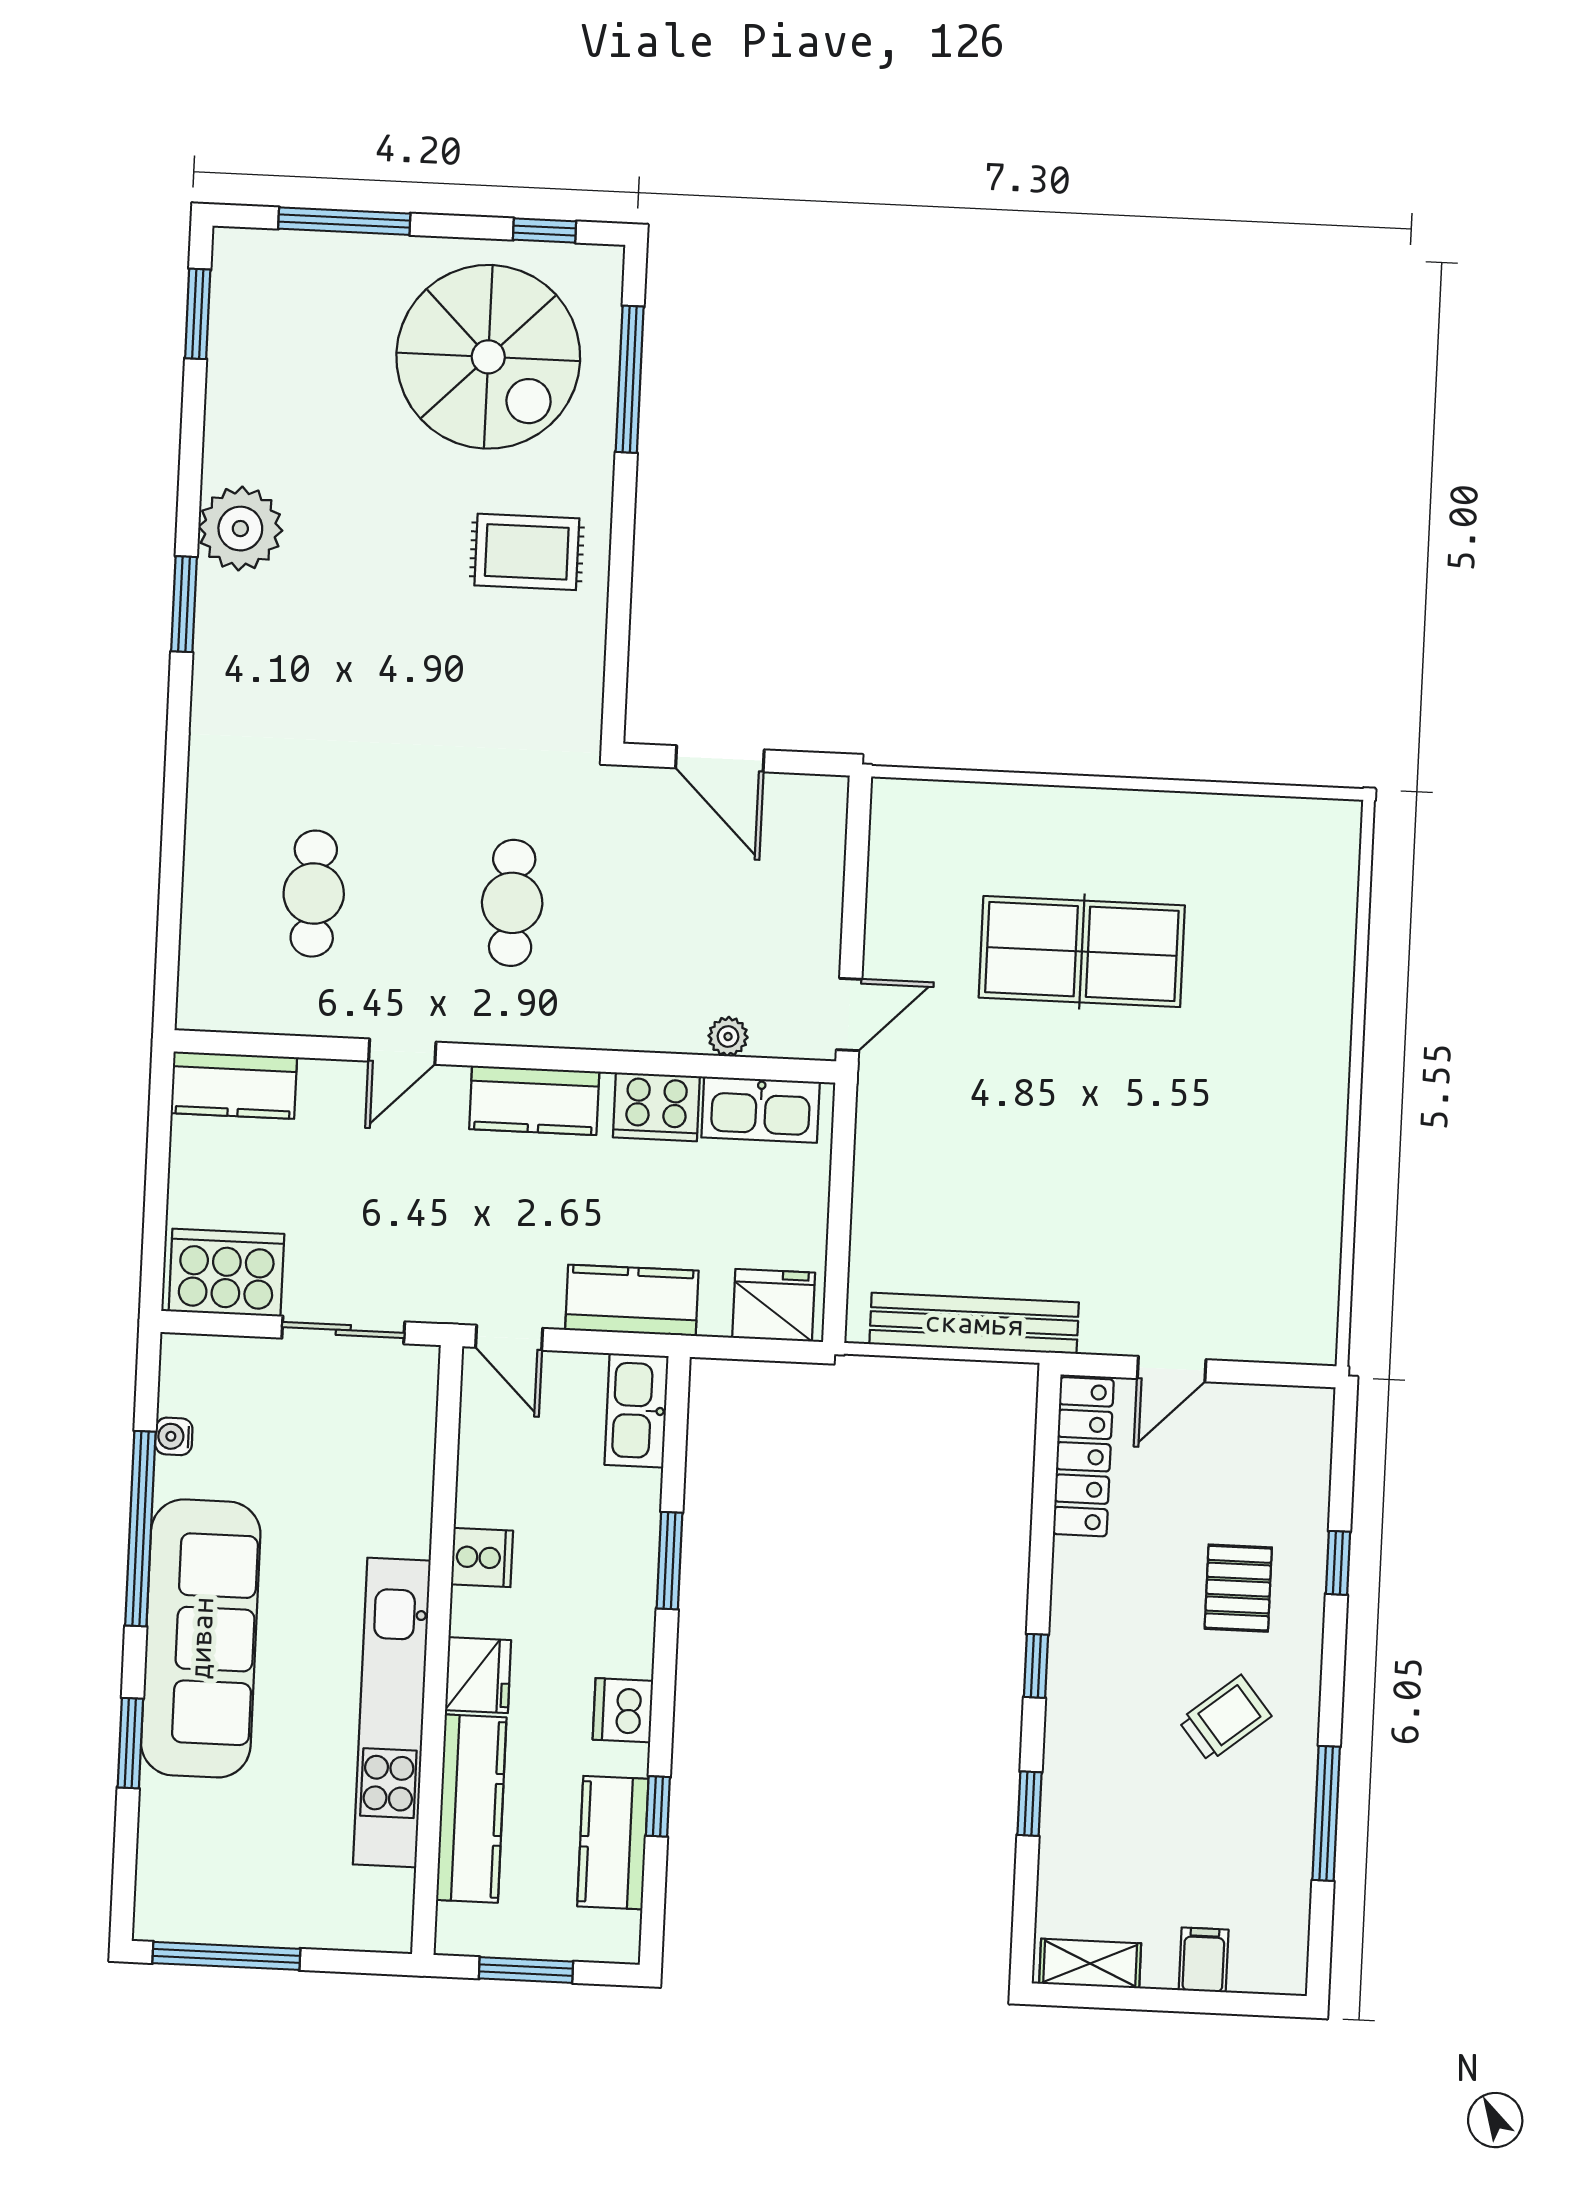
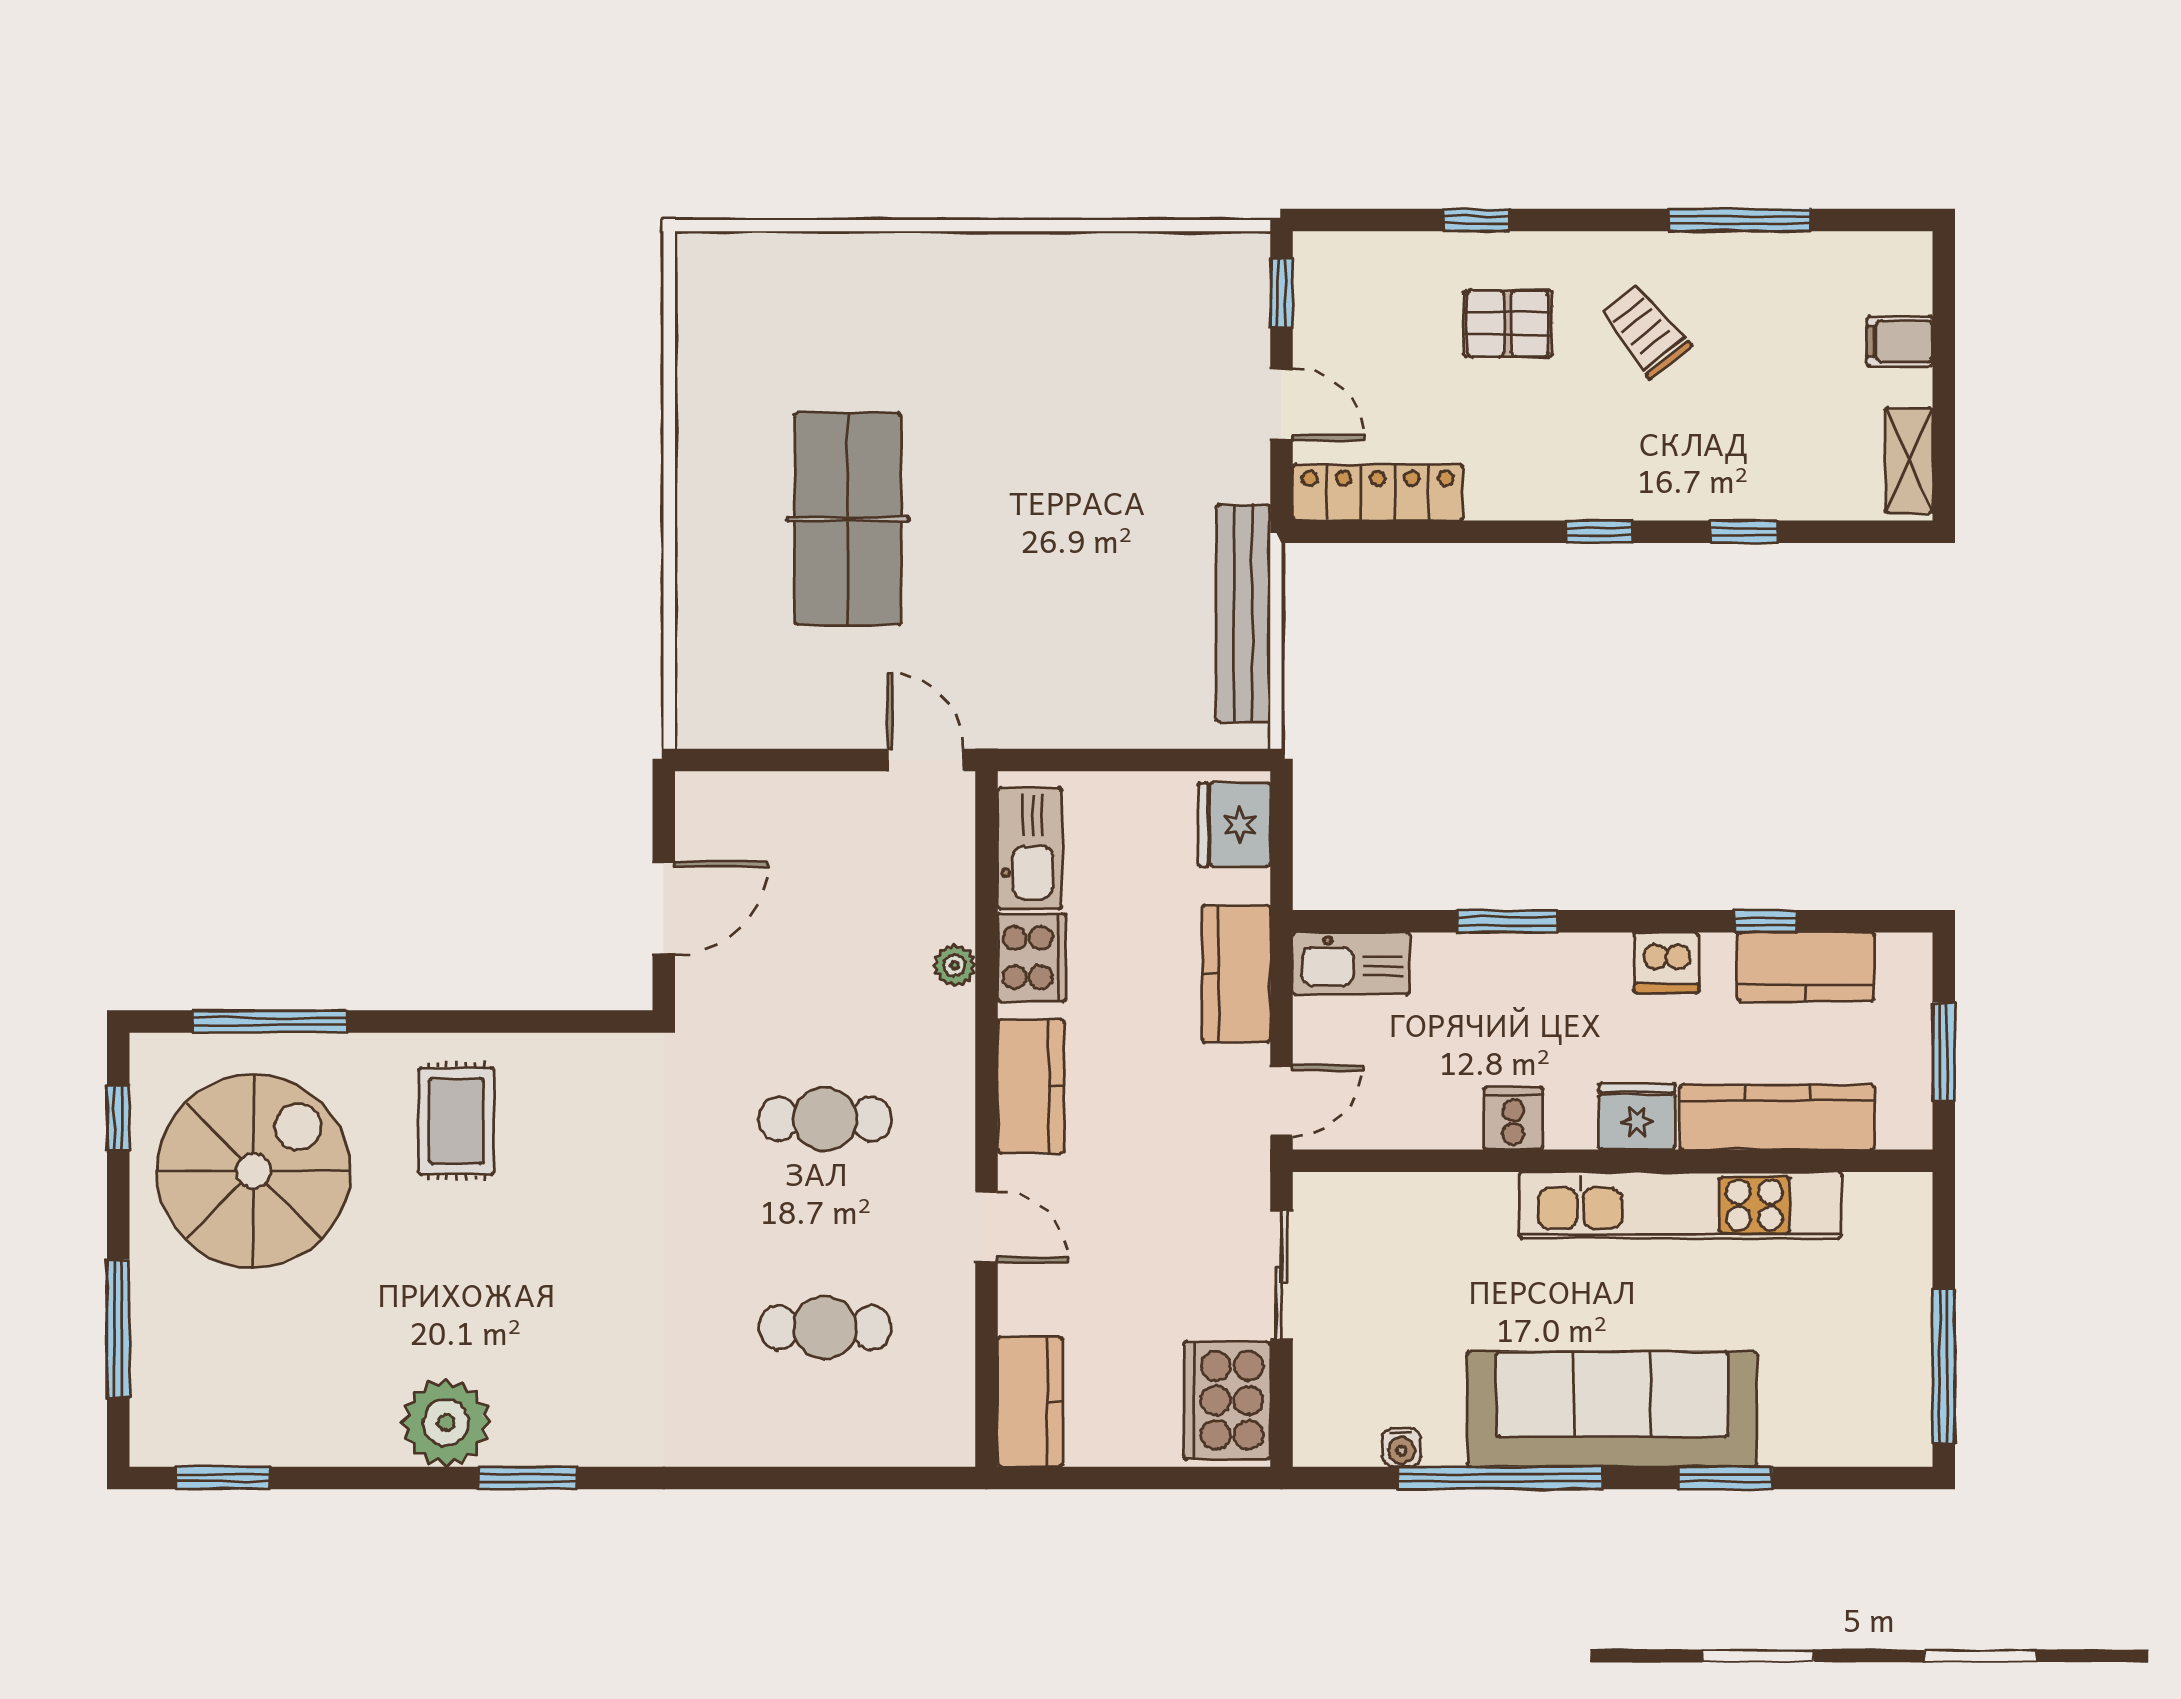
plant: (728, 1037) -> (955, 965), moved
window: (1277, 1374) -> (1281, 293), added

